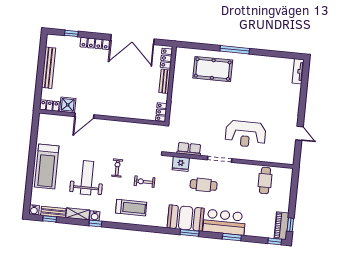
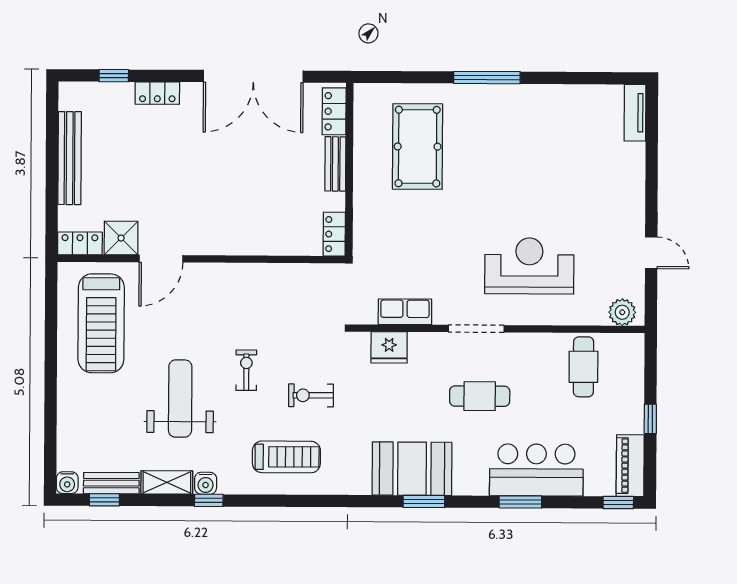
locker: (95, 43) -> (157, 93), width x0.66
pool table: (213, 69) -> (418, 147), moved, turned 90
reception desk: (245, 134) -> (529, 266), turned 180
plant: (284, 158) -> (622, 312), added
treadmill: (47, 166) -> (101, 323), moved
cafe table: (204, 185) -> (480, 396), moved
bar counter: (224, 222) -> (536, 470), moved
window: (290, 225) -> (650, 419), moved

